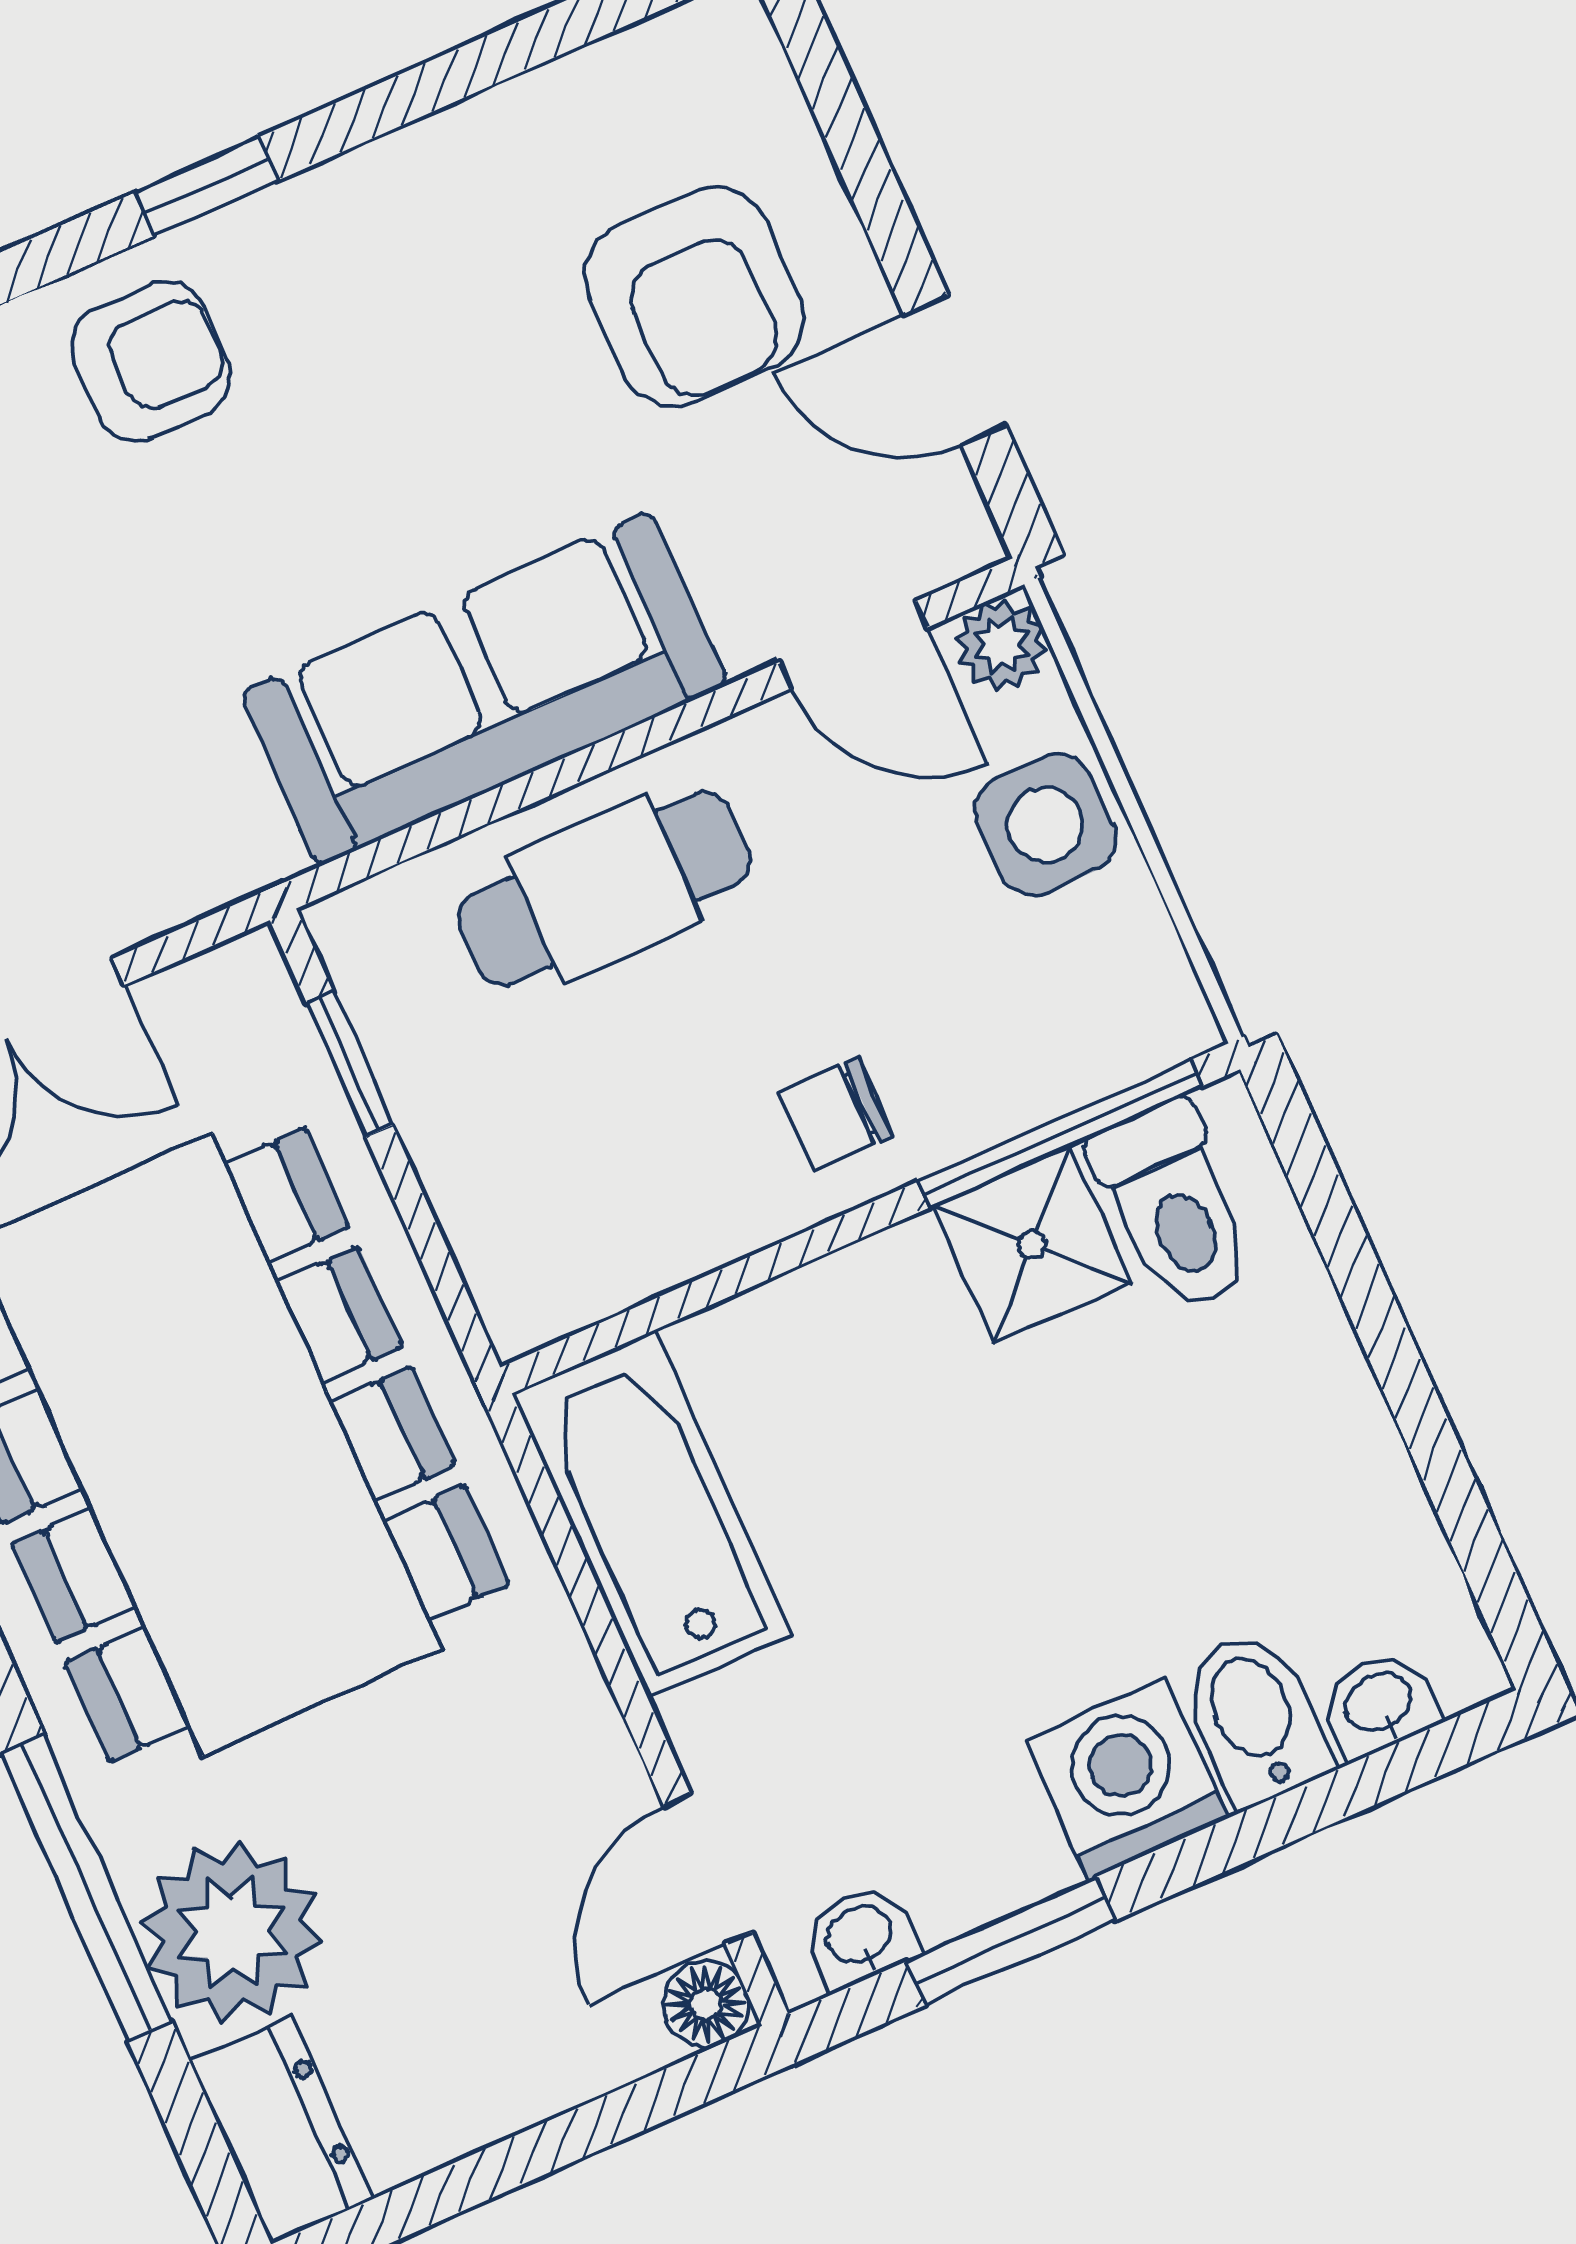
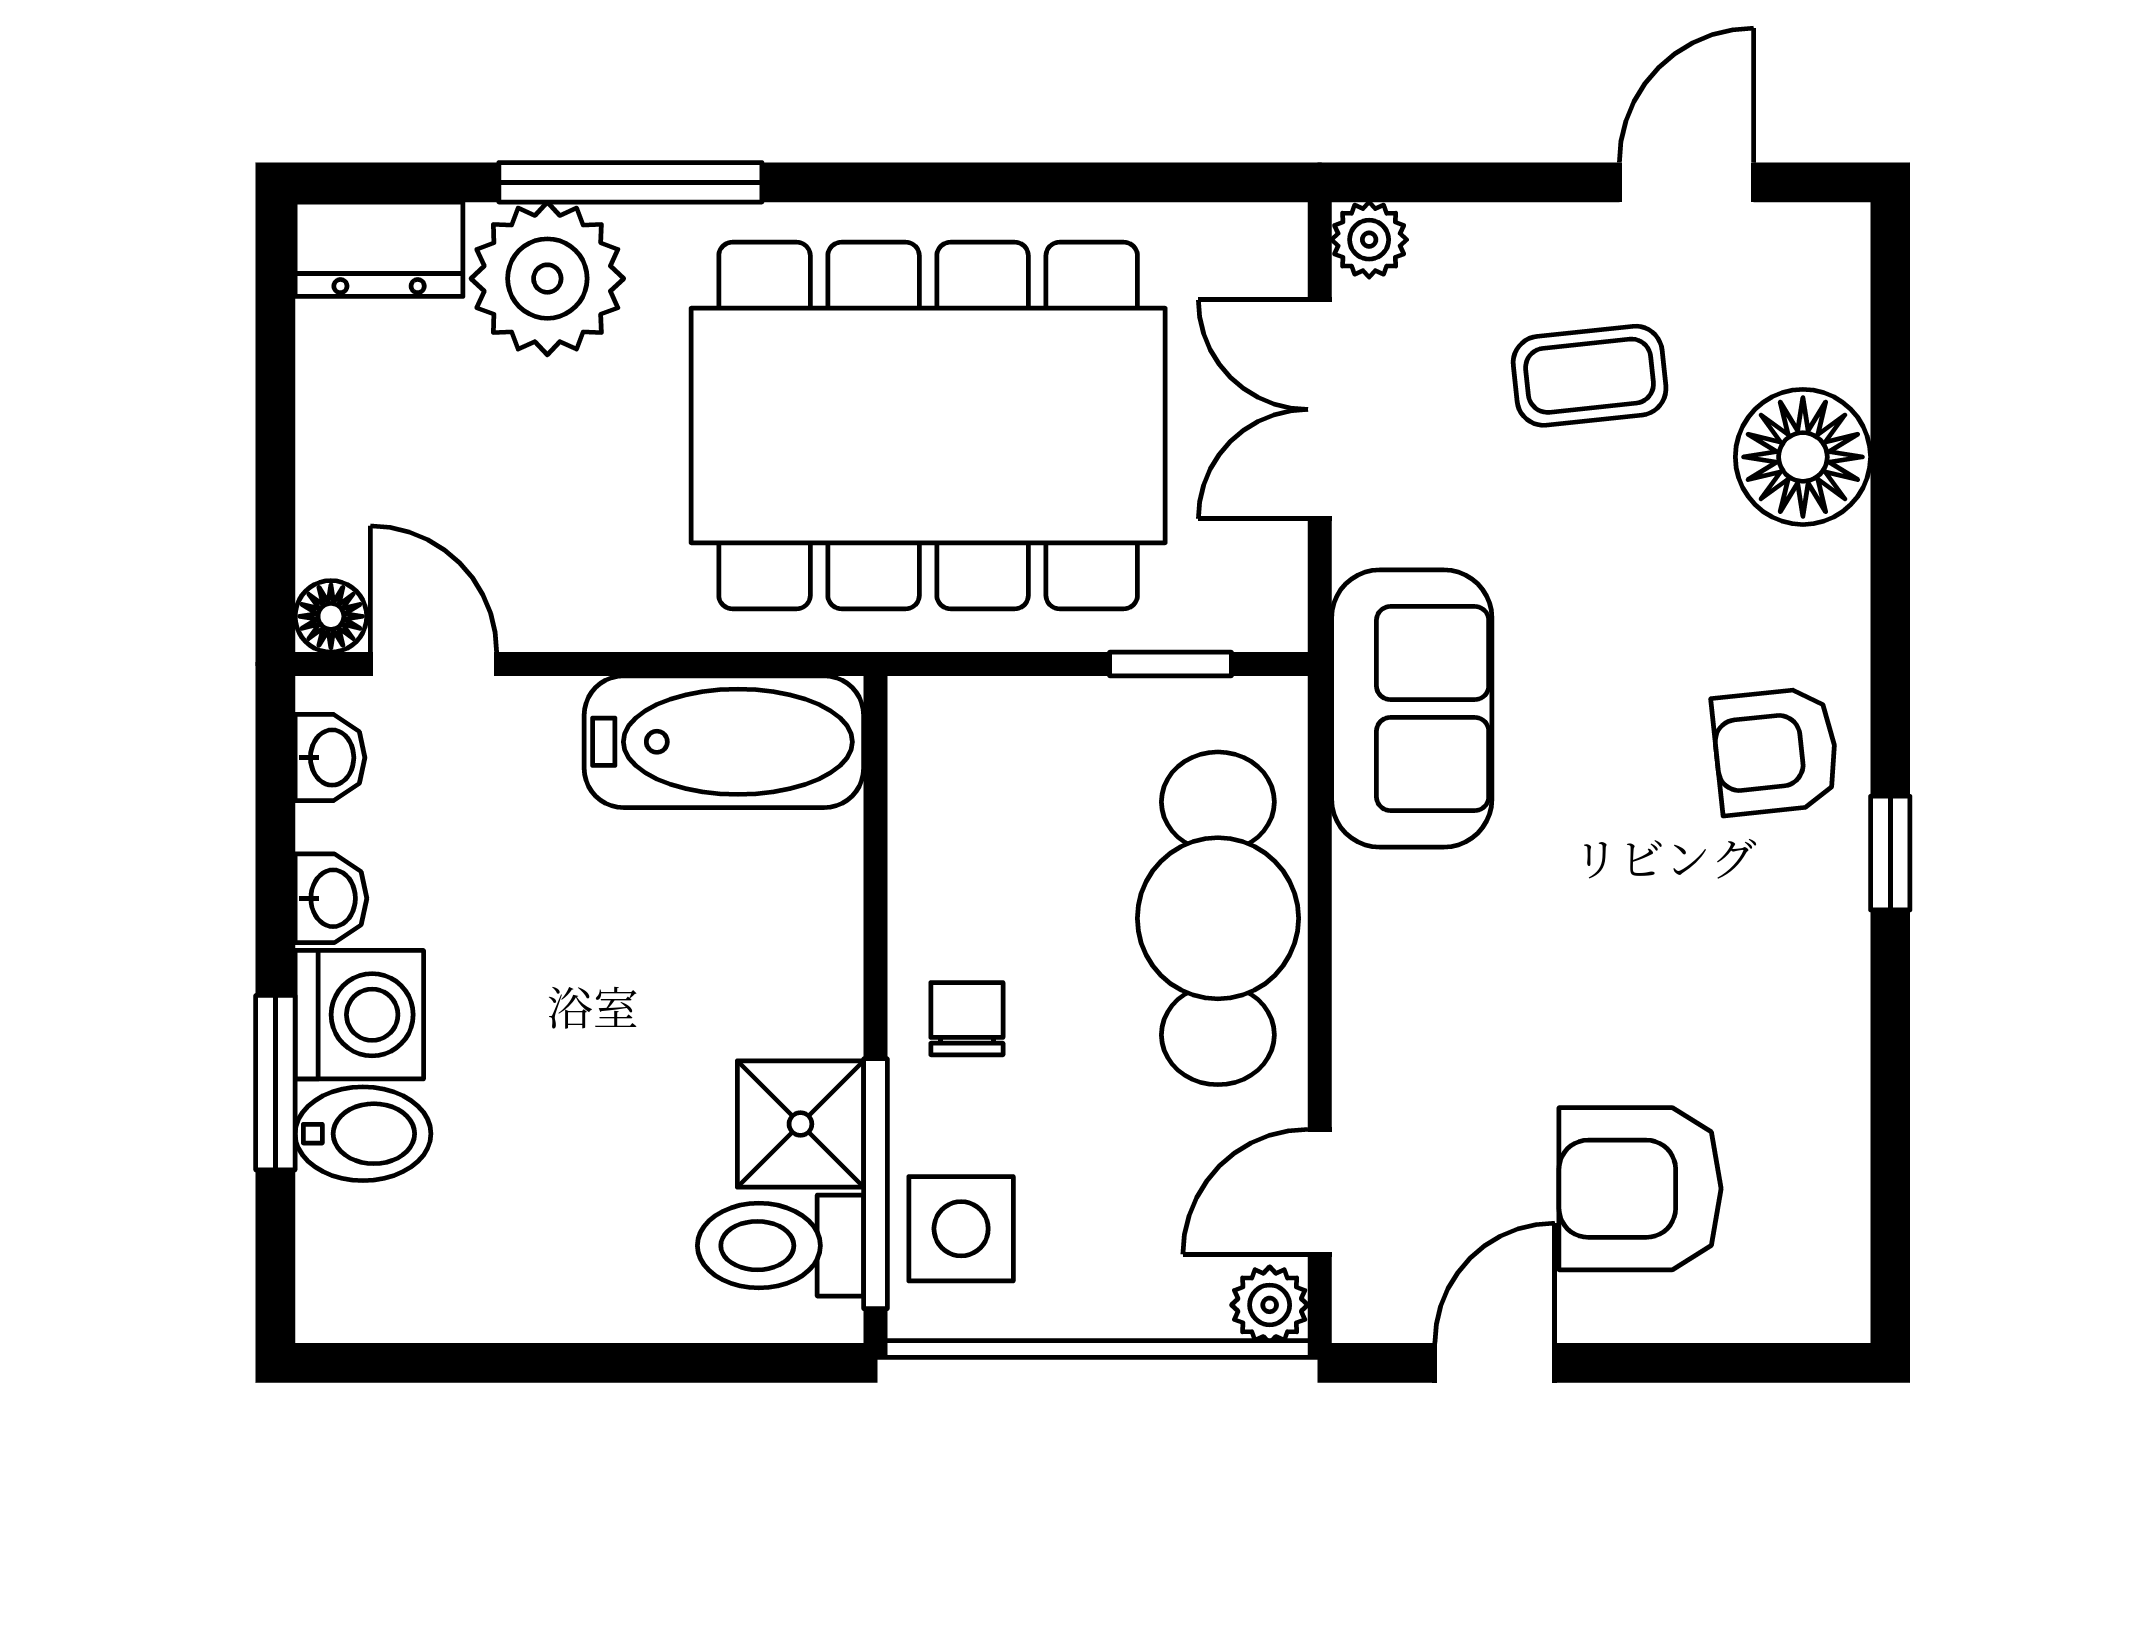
armchair: (151, 361) -> (1776, 751), turned 84
sofa: (484, 689) -> (1412, 709), moved, width x0.73
side table: (1045, 825) -> (961, 1229), moved
cafe table: (604, 889) -> (1218, 918), width x1.37, depth x1.35
washbasin: (1379, 1704) -> (331, 898), moved
window: (1011, 1941) -> (275, 1083), moved

